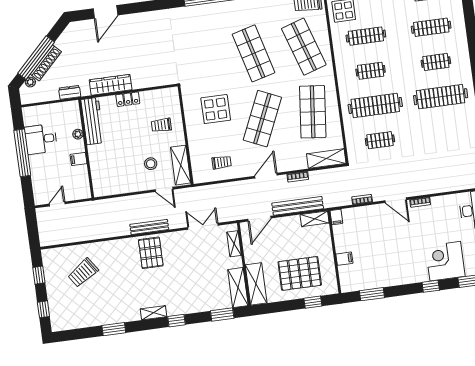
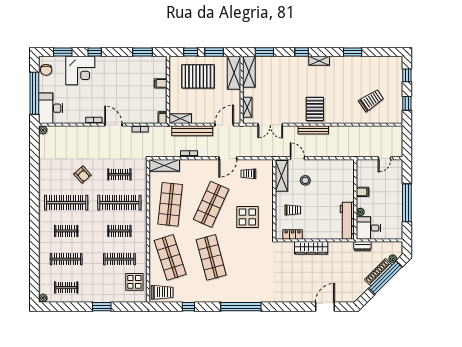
wardrobe: (111, 85) -> (311, 248), moved
locker: (128, 99) -> (293, 234), moved
armchair: (425, 134) -> (82, 175), added
desk: (41, 139) -> (369, 228), moved, turned 180
door: (266, 176) -> (228, 158), moved
window: (284, 306) -> (214, 52), added

